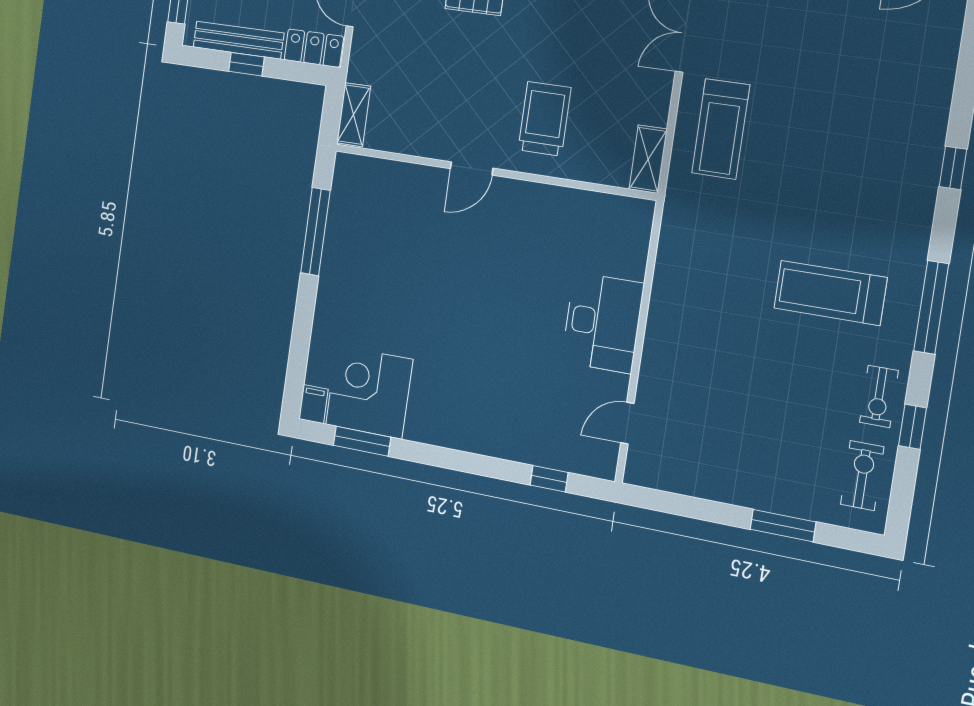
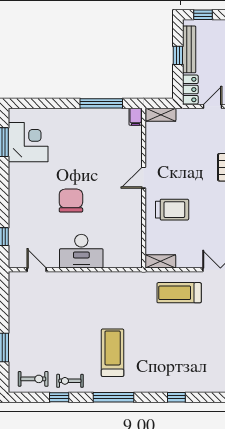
door: (472, 168) -> (144, 178), hinge flipped
chair: (496, 326) -> (71, 201), added
filing cabinet: (313, 404) -> (136, 117), moved, turned 90

